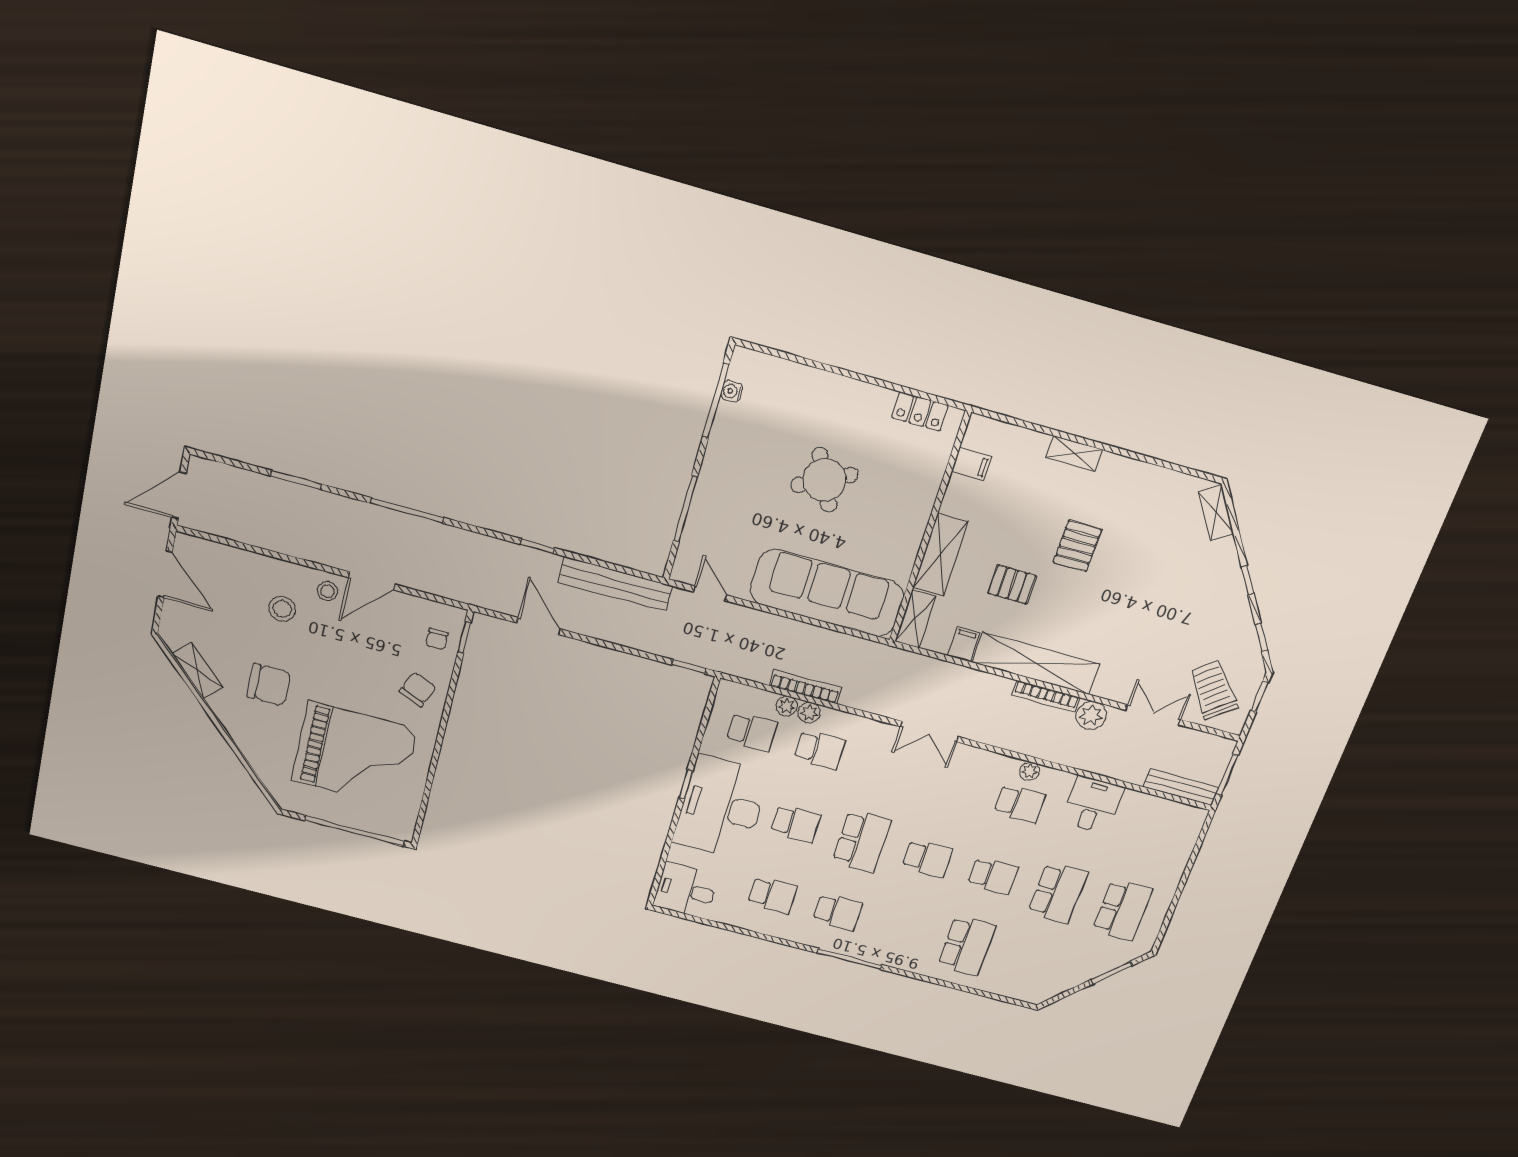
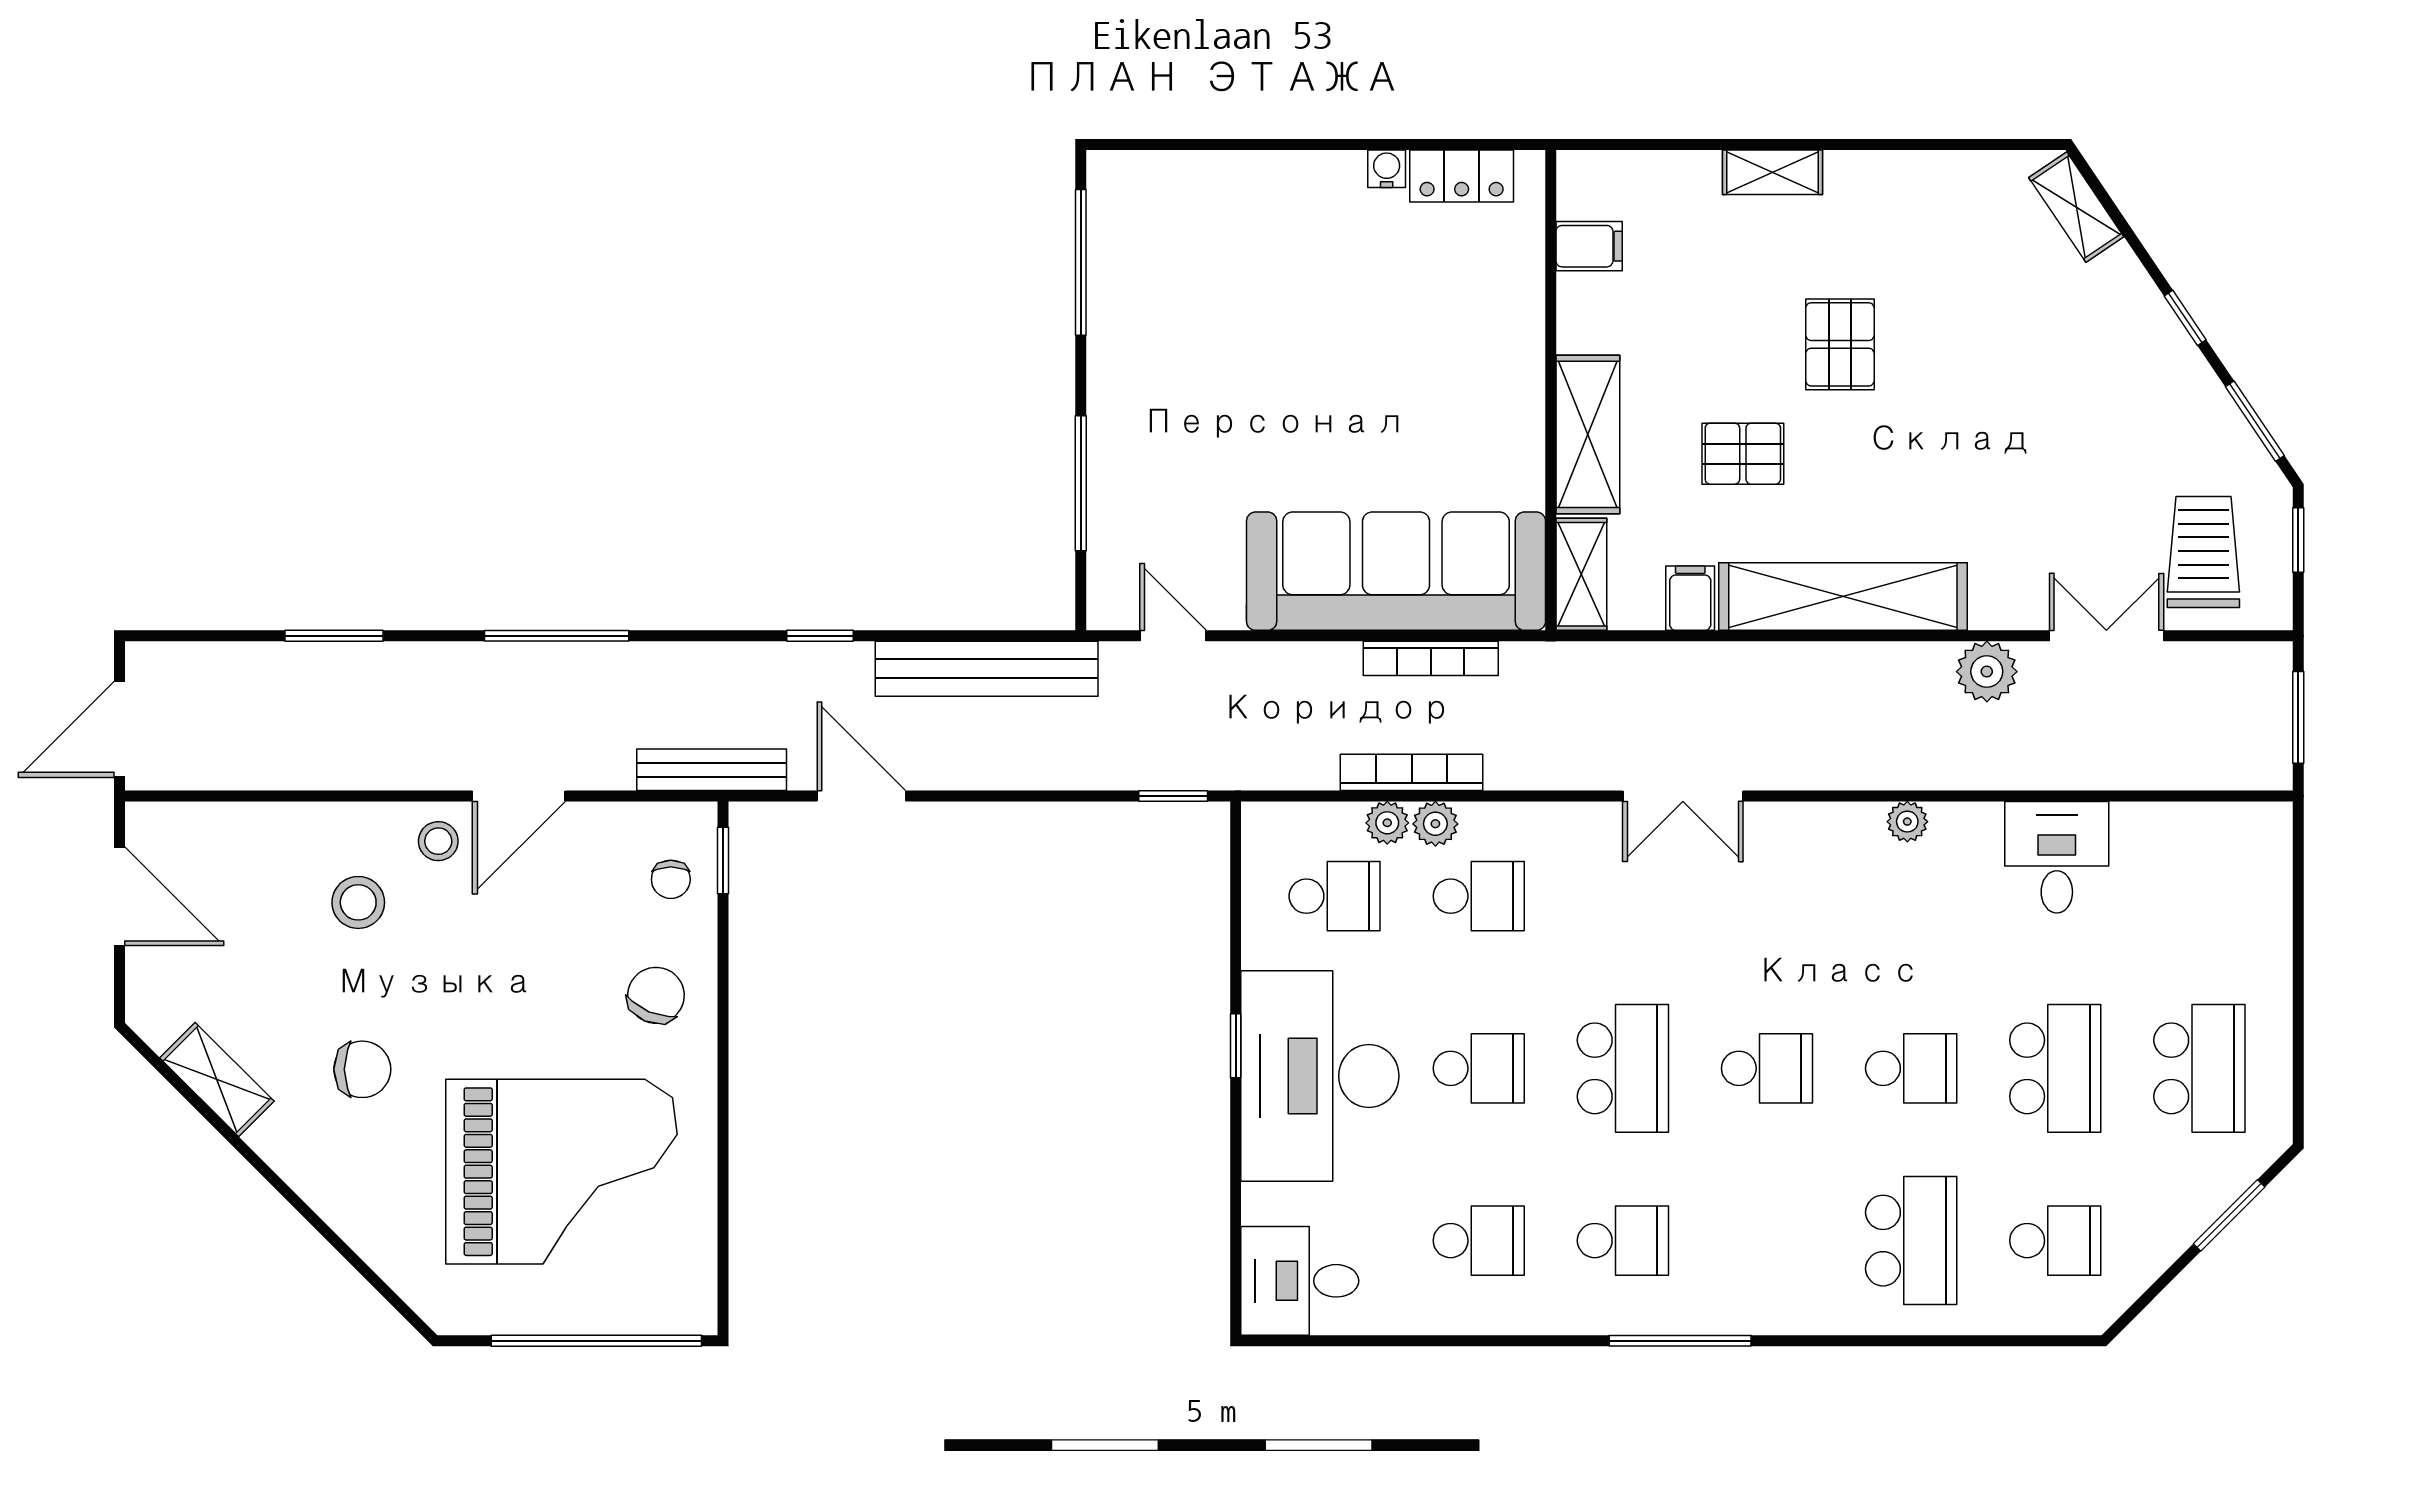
water cooler: (732, 391) -> (1387, 169), moved, turned 90
round table: (824, 480) -> (1325, 354), removed
window: (1261, 637) -> (2255, 421), width x1.50
chair: (269, 685) -> (362, 1069), width x0.73, depth x0.73
trolley: (1213, 690) -> (2203, 552), turned 39
bookcase: (1046, 696) -> (1431, 658), moved
bench: (1181, 787) -> (712, 770), moved
school desk: (1020, 803) -> (2055, 1241), moved

